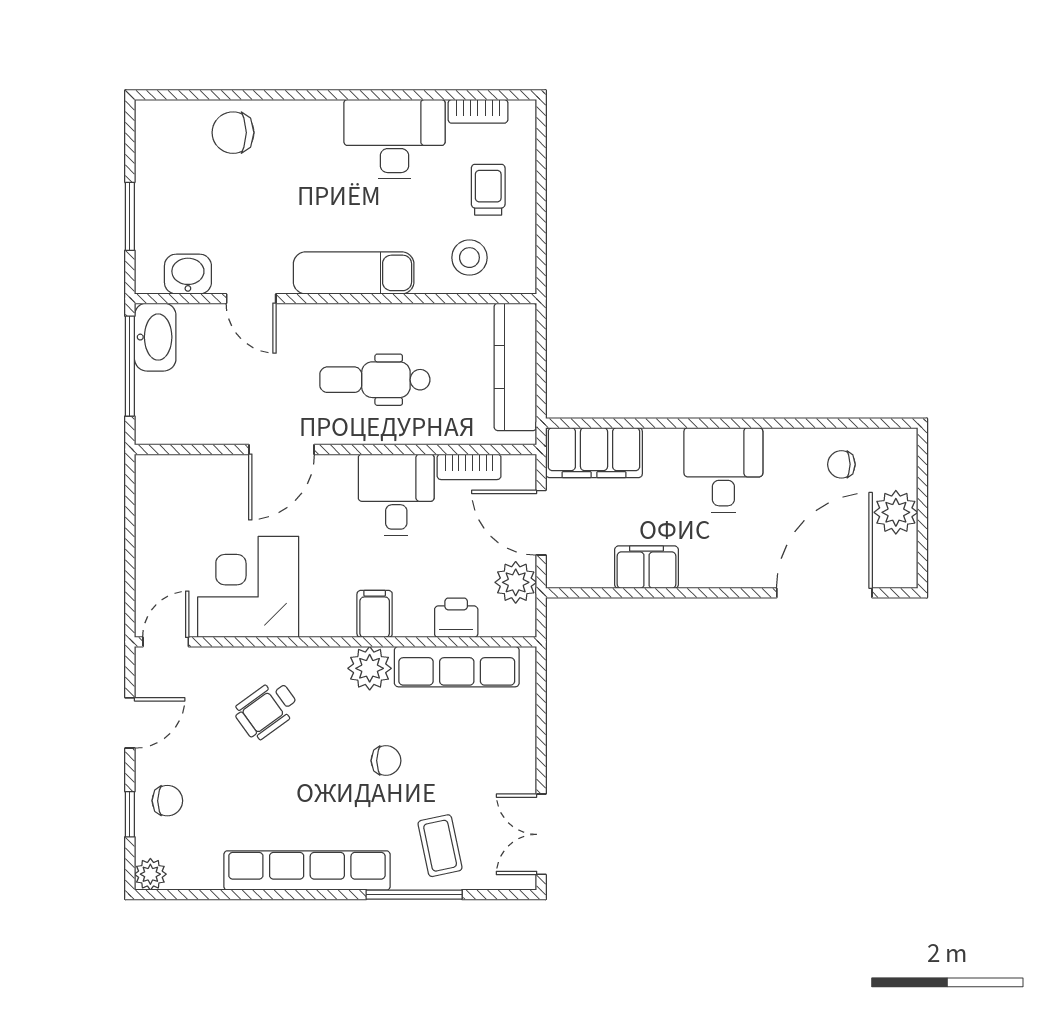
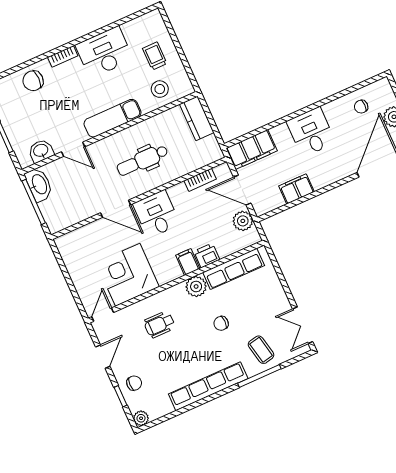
bookcase: (478, 111) -> (63, 56), moved
kitchen counter: (515, 367) -> (197, 118), width x0.67
door: (282, 449) -> (116, 209), hinge flipped
desk: (396, 495) -> (156, 214), moved
printer: (456, 618) -> (207, 255), moved
wheelchair: (267, 710) -> (159, 324), turned 36
chair: (386, 761) -> (221, 323), turned 180

